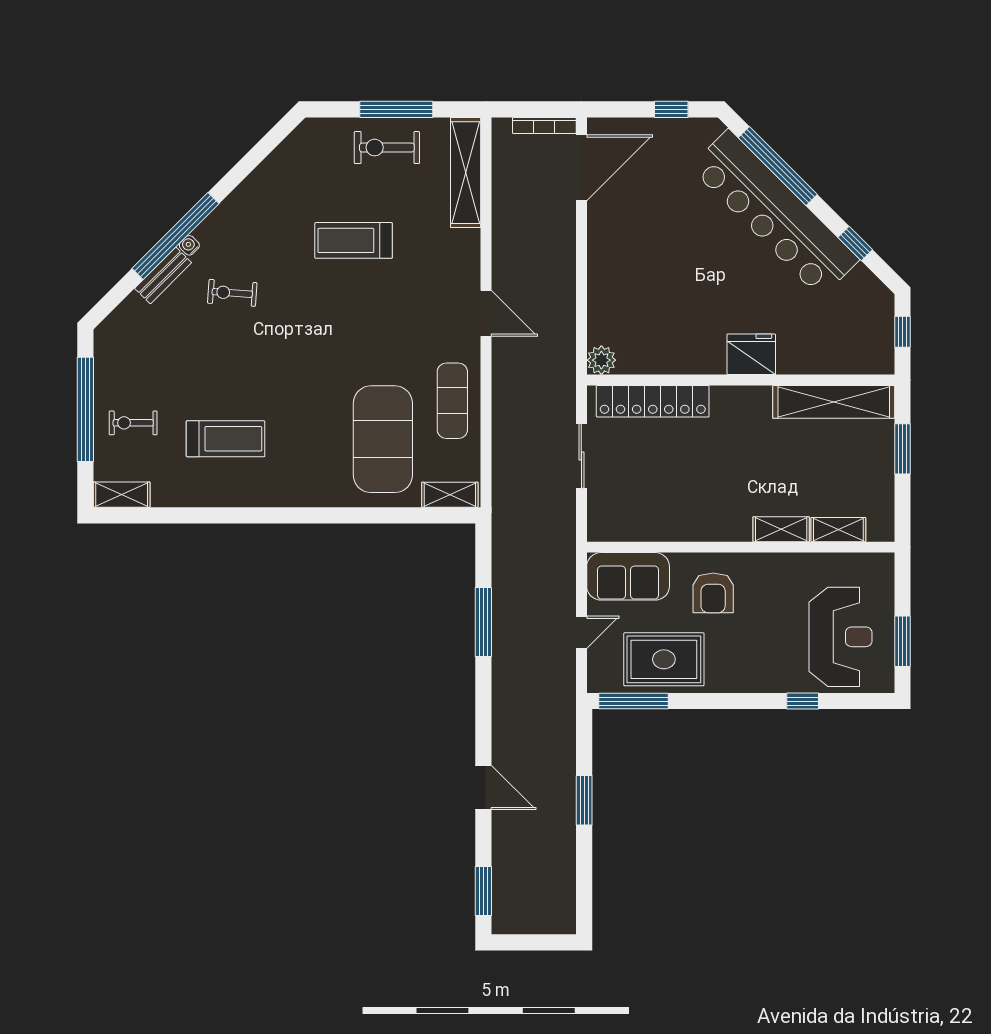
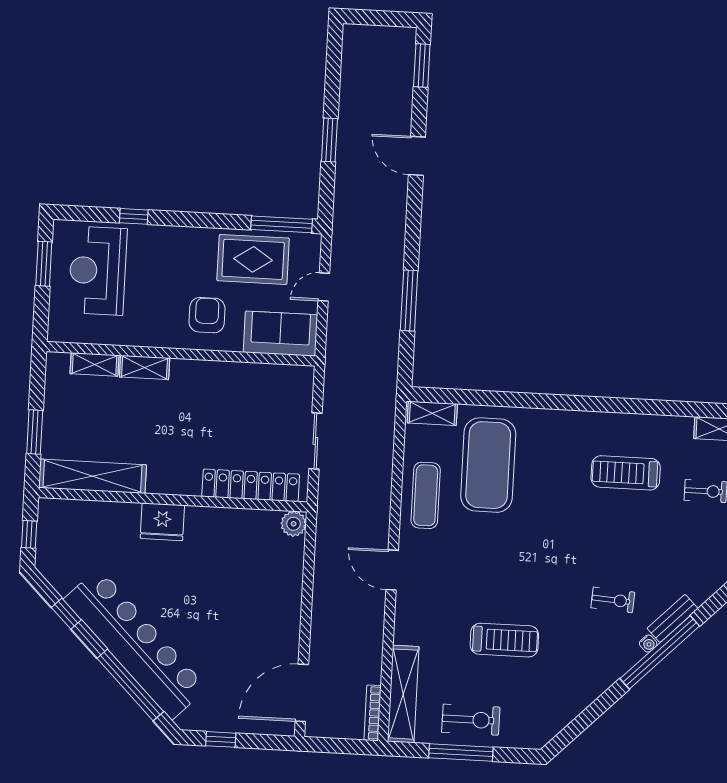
bookcase: (544, 126) -> (373, 713), moved, turned -90

